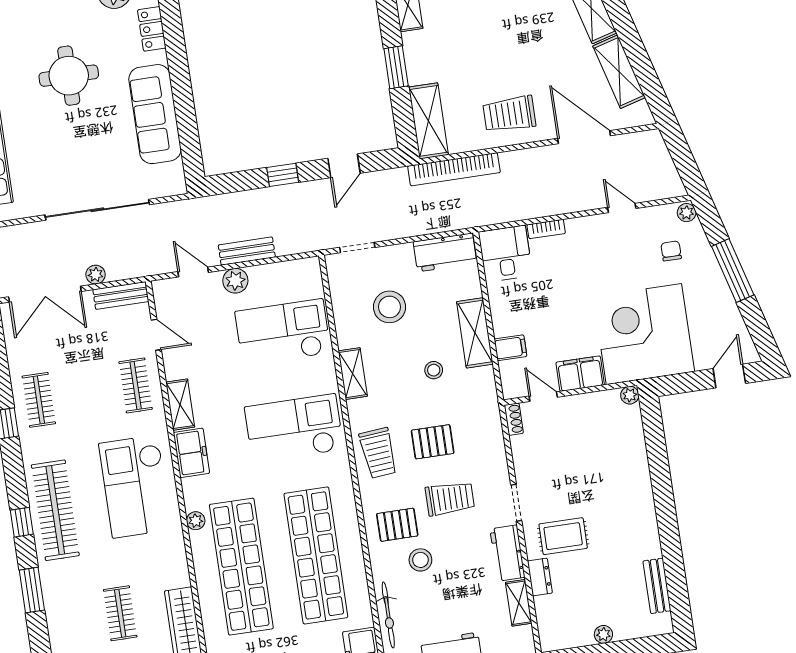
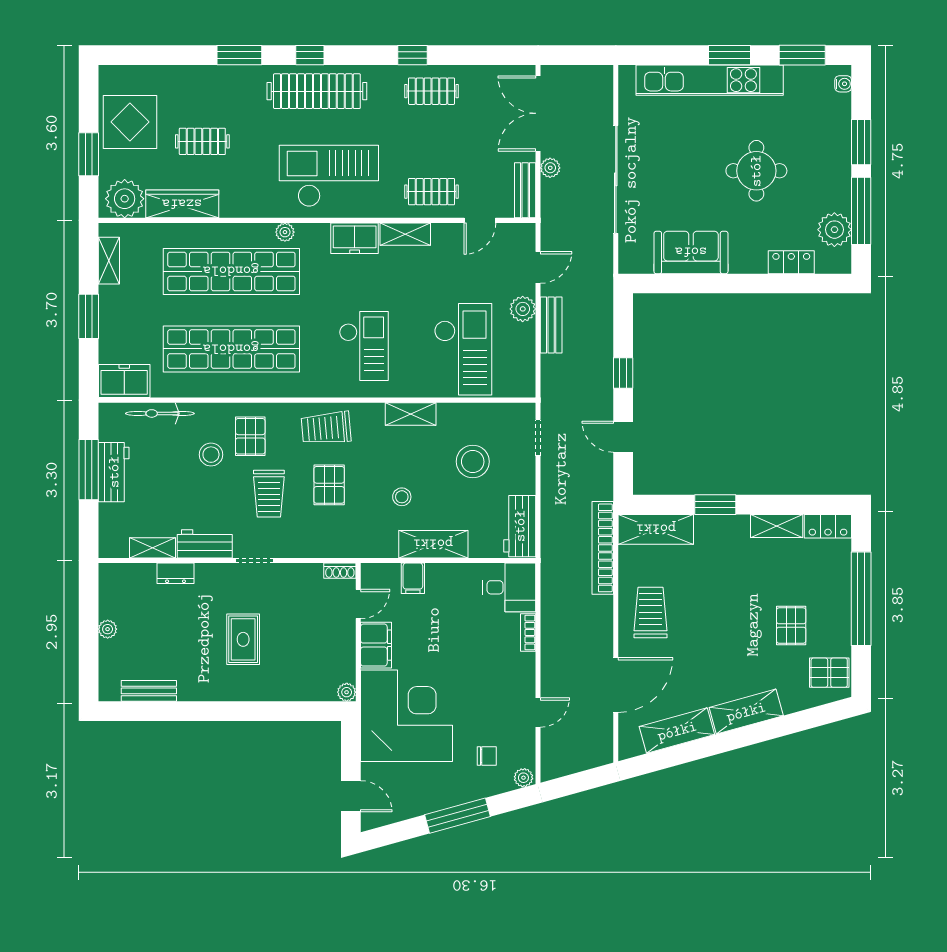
sofa: (155, 114) -> (691, 252), width x0.73
checkout: (294, 428) -> (364, 346), width x0.73, depth x0.83
rug: (563, 536) -> (243, 639), moved

